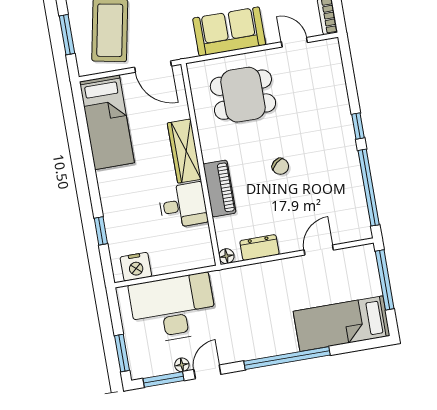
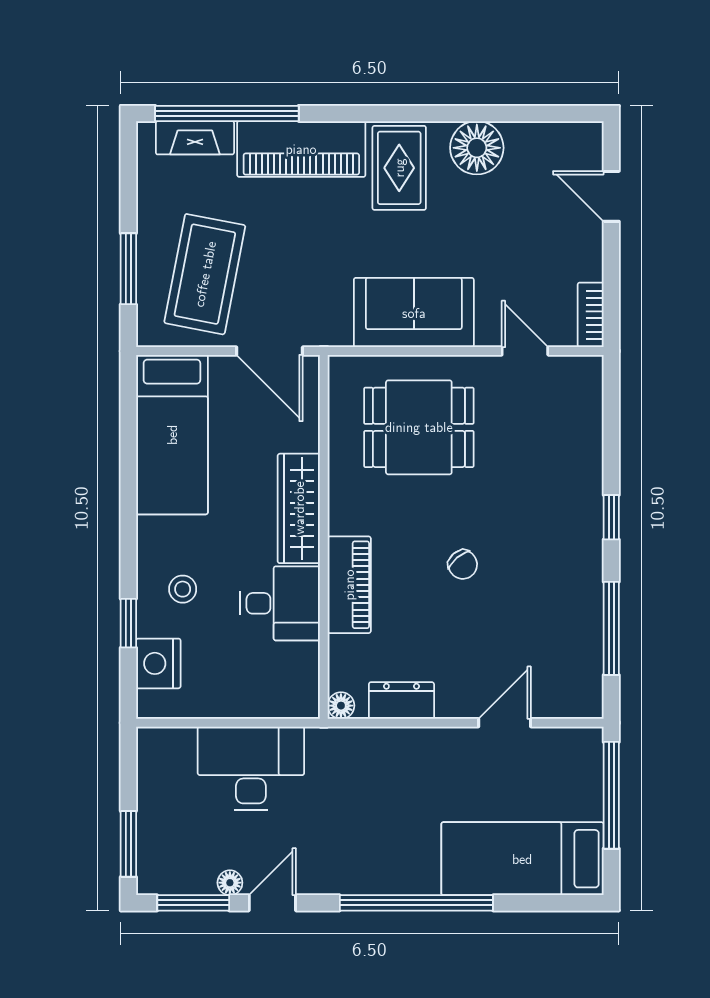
window: (369, 188) -> (611, 628), width x0.68
stool: (128, 207) -> (183, 589), added
nightstand: (136, 267) -> (158, 663), moved, turned 90
desk: (173, 308) -> (251, 768), width x0.73, depth x0.77

